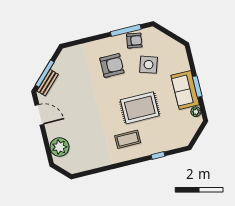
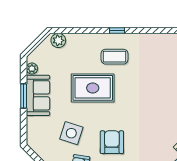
armchair: (112, 65) -> (112, 142), turned 90
plant: (179, 141) -> (58, 40), added
window: (158, 156) -> (117, 30), moved

